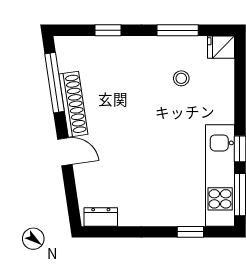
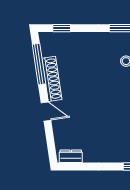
window: (108, 30) -> (62, 28), moved

